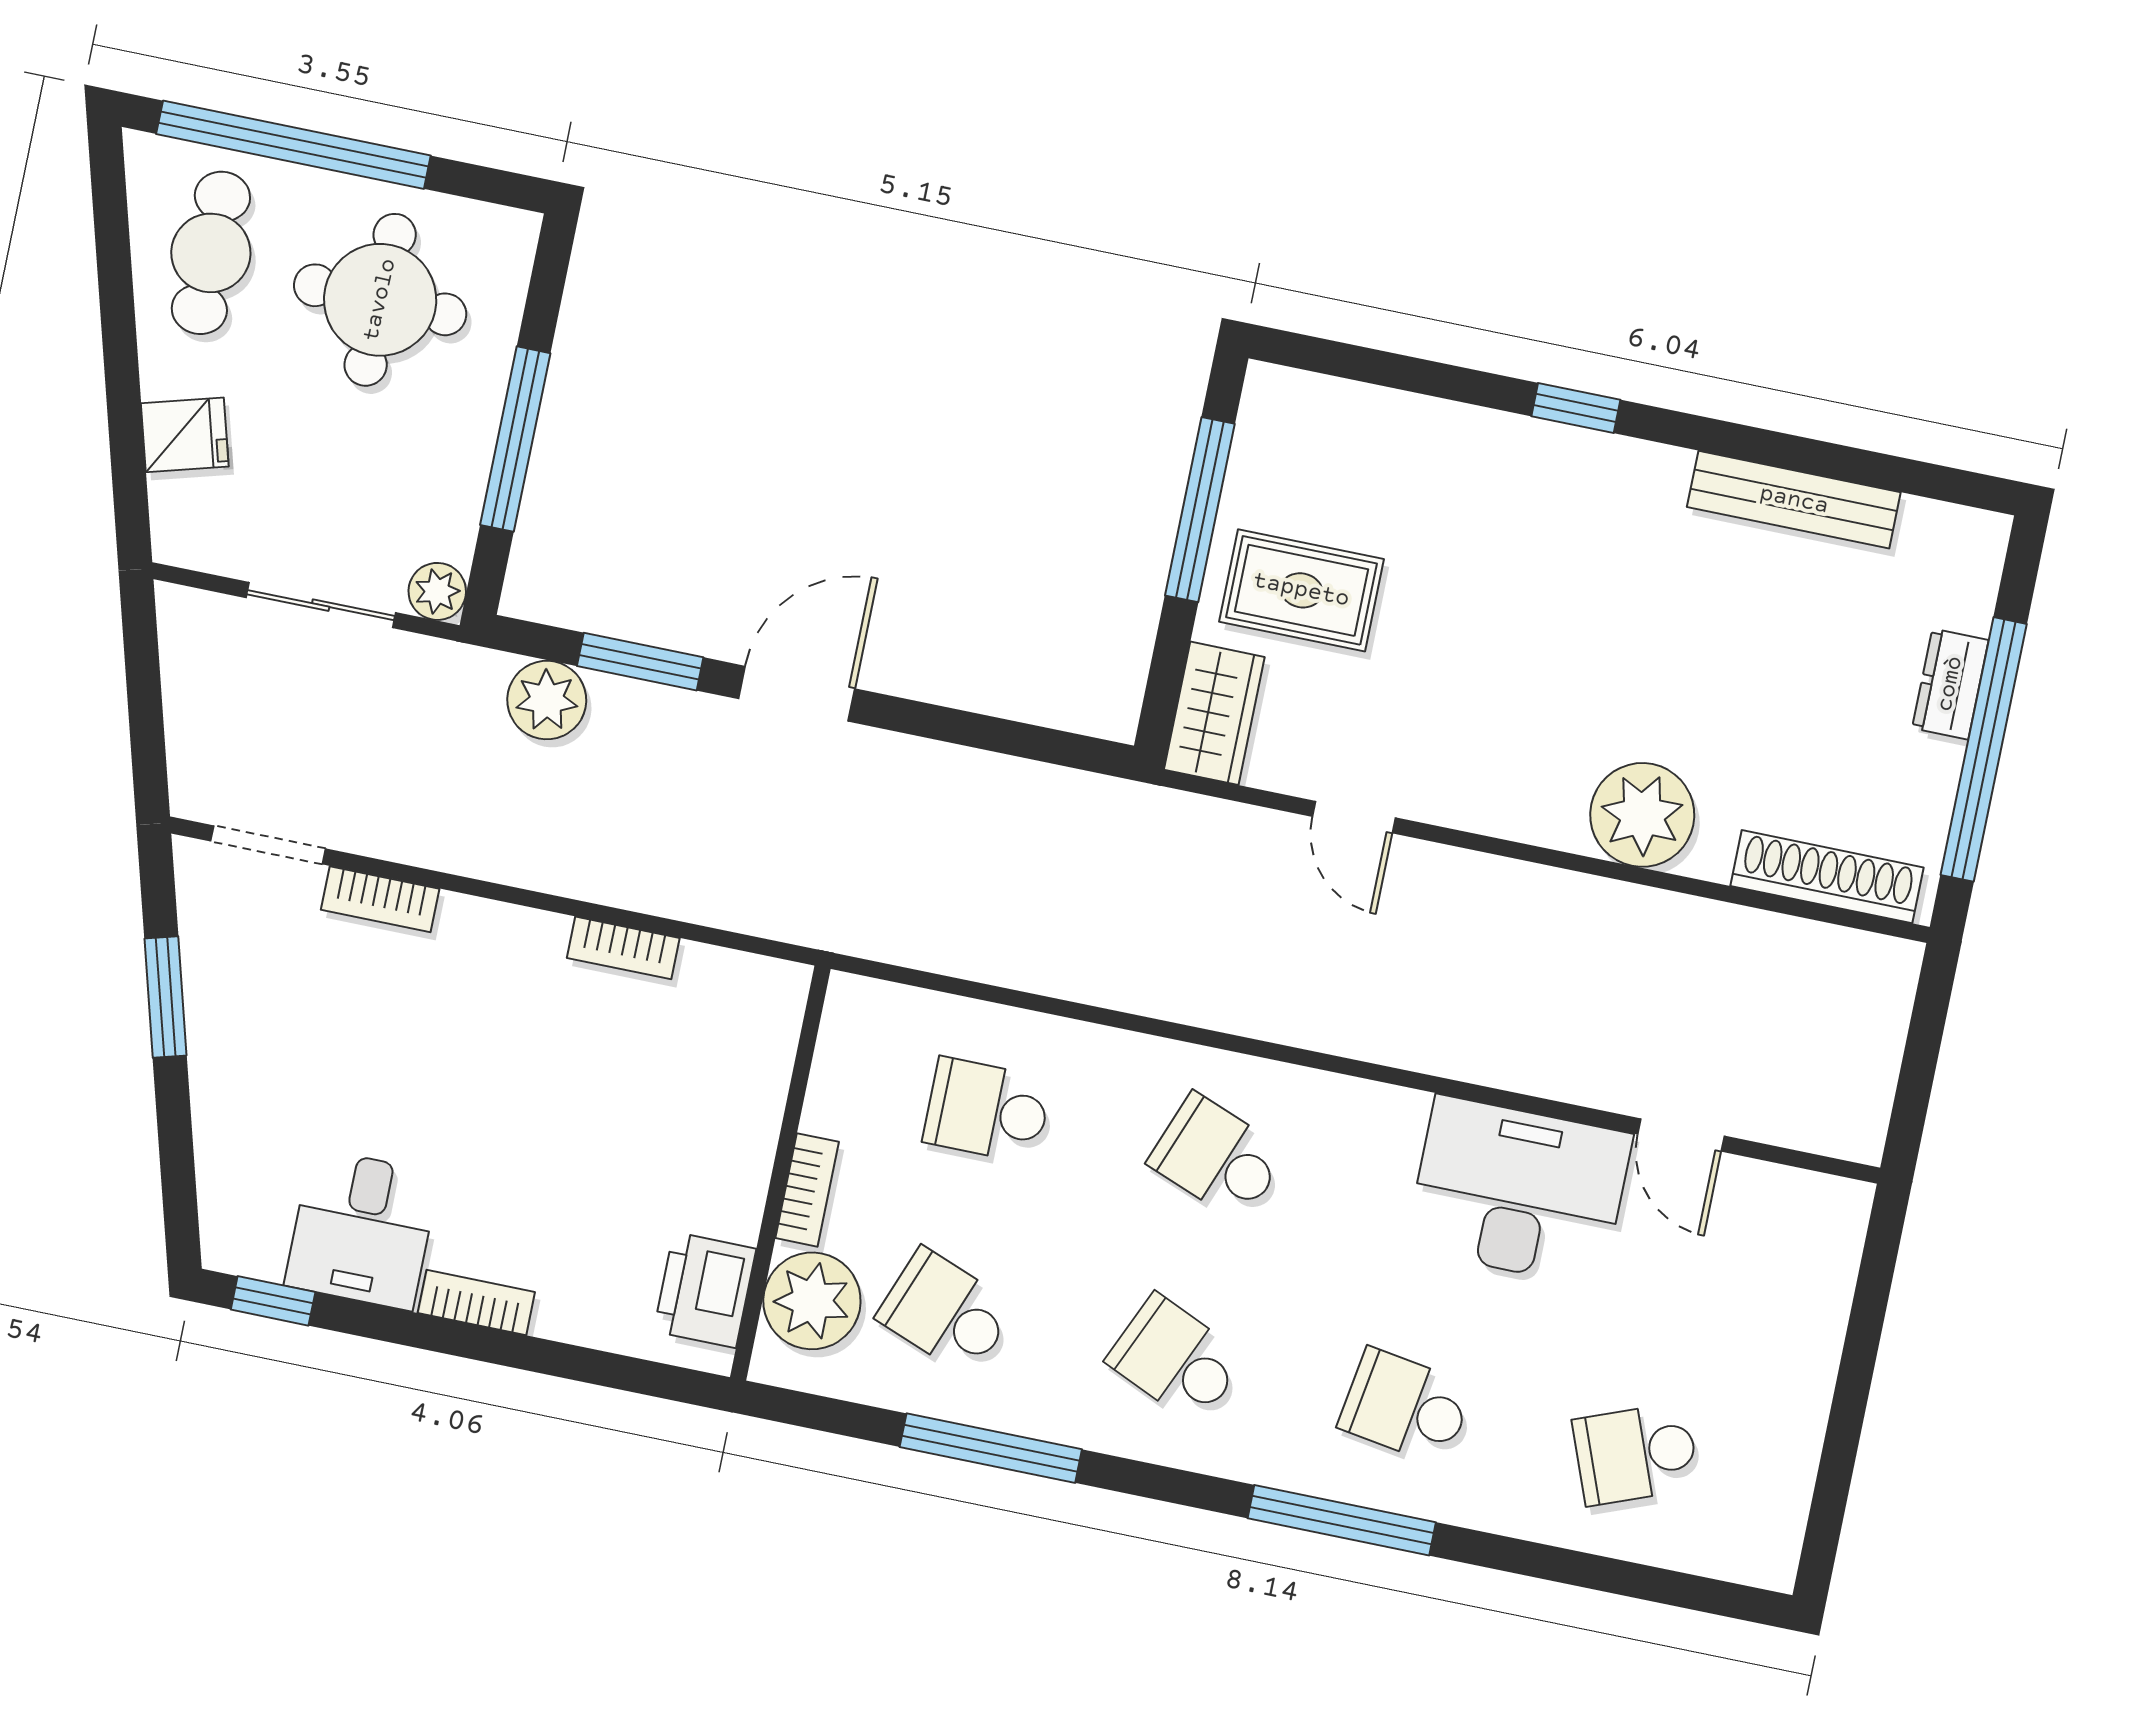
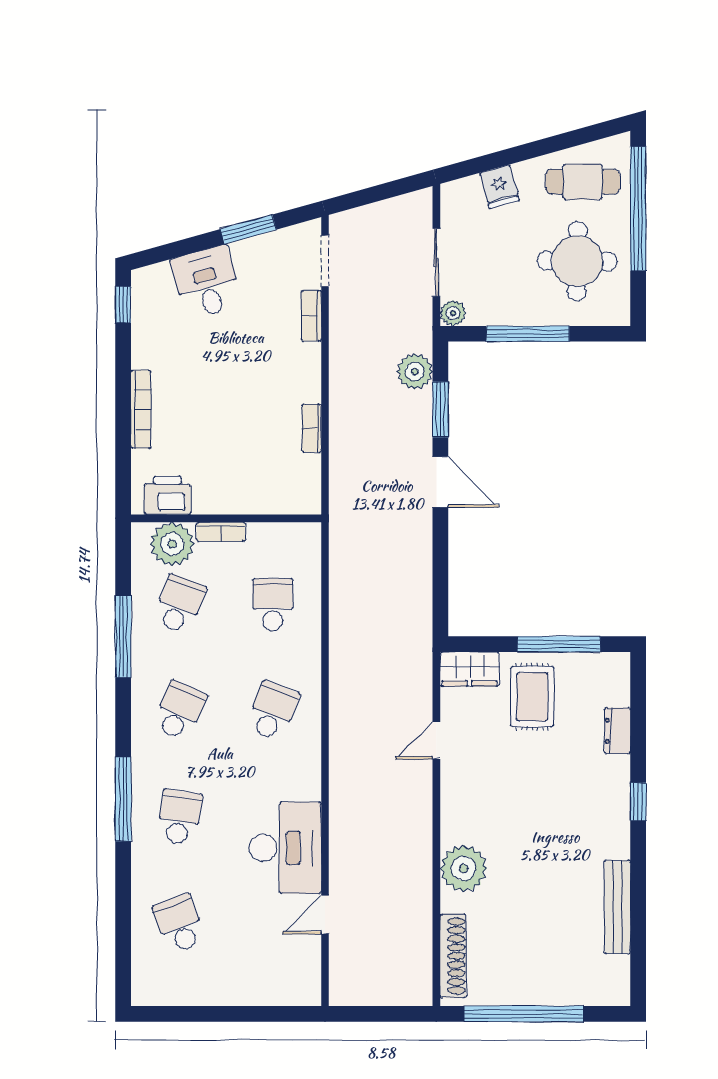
dresser: (1950, 684) -> (617, 731), moved, turned -90
desk: (362, 1229) -> (206, 282), moved, turned 74
bookcase: (476, 1302) -> (141, 409), width x1.56

